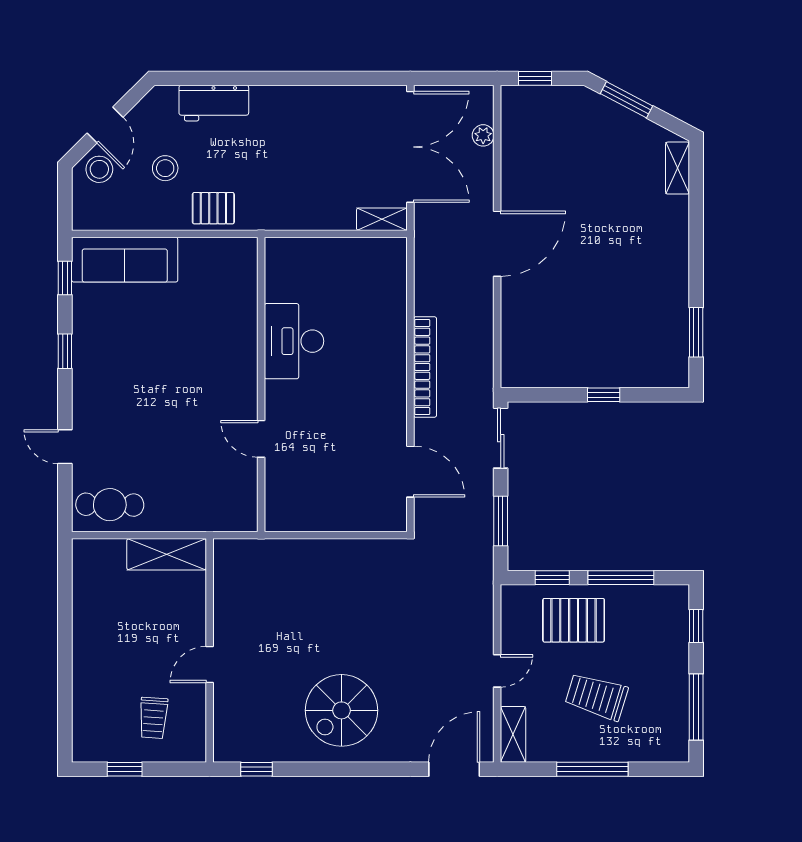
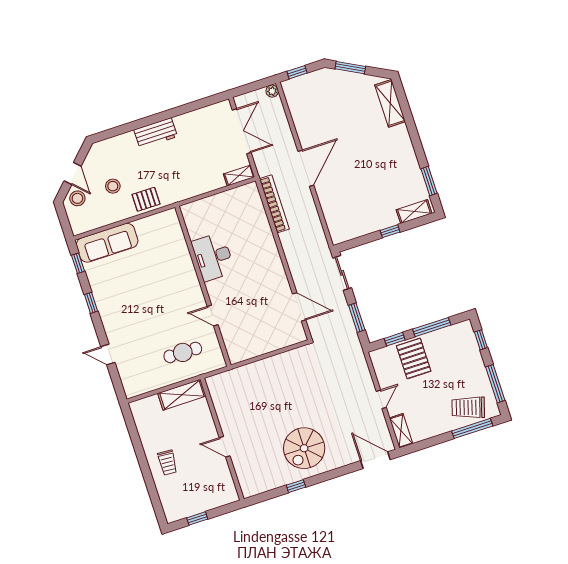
workbench: (214, 103) -> (156, 133), moved
plant: (483, 135) -> (272, 91), moved
double door: (410, 147) -> (242, 131), width x0.73
shelving: (678, 168) -> (390, 103), width x1.50, depth x1.33
bookcase: (425, 367) -> (274, 204), moved
shelving: (654, 375) -> (414, 212), added
cafe table: (110, 505) -> (183, 352), moved
pallet: (574, 620) -> (414, 358), turned 90
door: (210, 665) -> (225, 447), hinge flipped
trolley: (596, 697) -> (468, 407), moved
trolley: (153, 718) -> (167, 463), moved
window: (257, 769) -> (296, 486), moved
door: (454, 769) -> (375, 460), hinge flipped
window: (592, 769) -> (472, 428), moved

